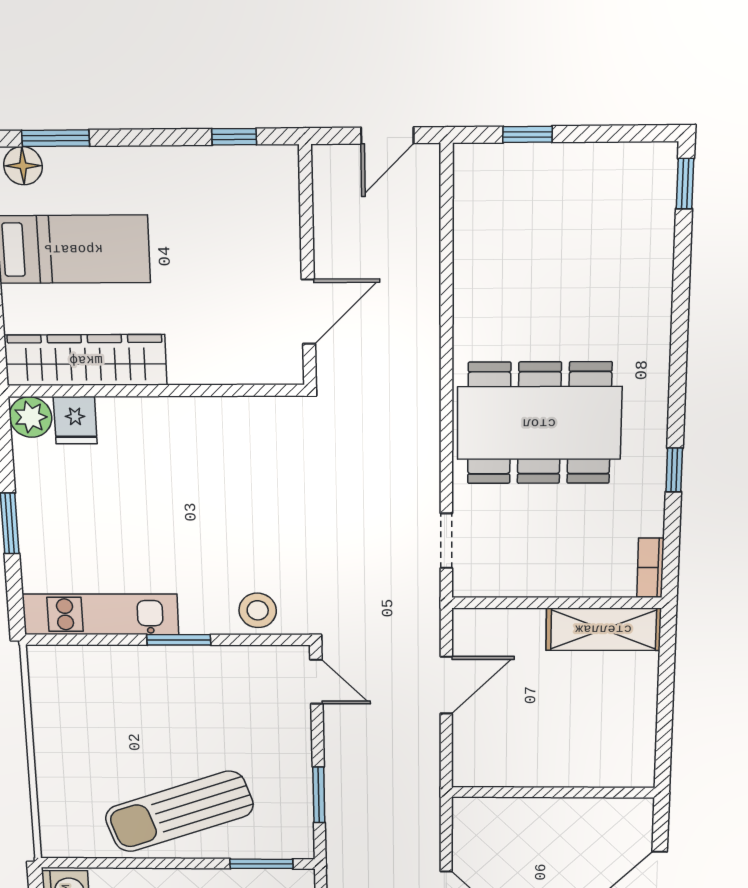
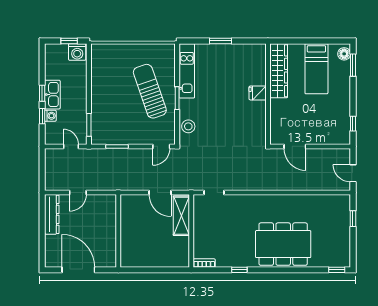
plant: (31, 417) -> (259, 51), removed
fridge: (75, 420) -> (258, 93), moved
dining table: (539, 423) -> (283, 244), moved, turned 90
shelving: (603, 629) -> (181, 216), moved
sun lounger: (179, 811) -> (150, 91), moved

